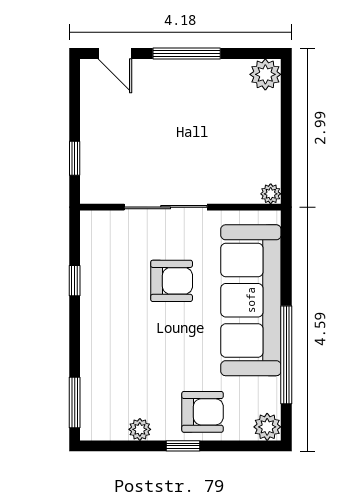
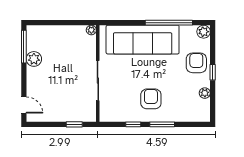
door: (115, 53) -> (24, 105), hinge flipped
window: (187, 53) -> (24, 47), moved
plant: (265, 74) -> (34, 59), moved
armchair: (172, 281) -> (151, 99), moved
window: (75, 402) -> (162, 124), moved

